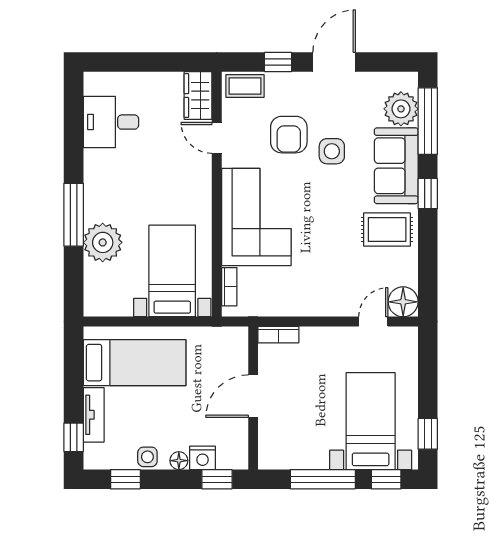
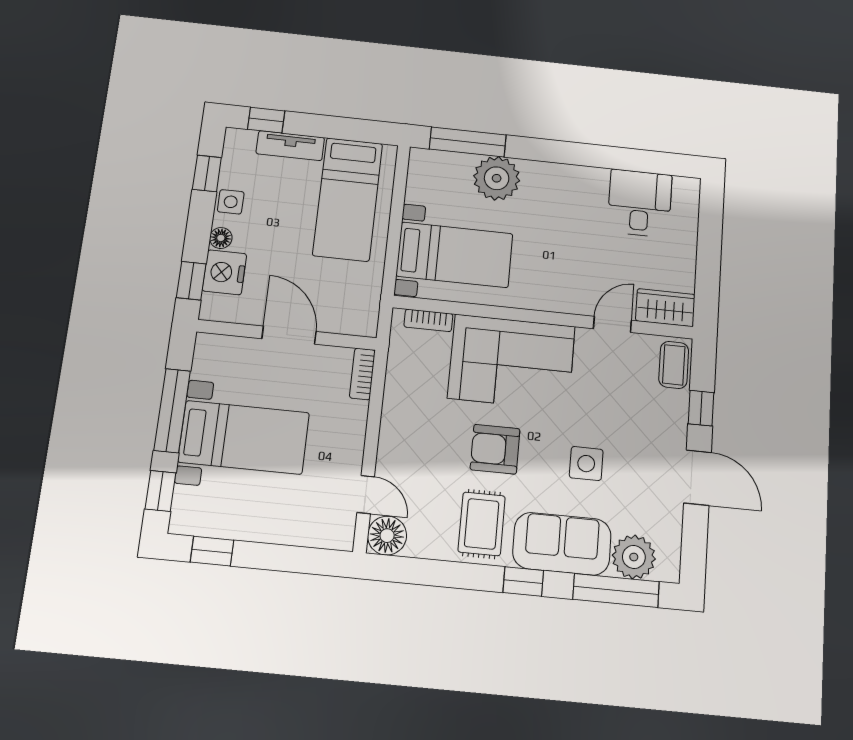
armchair: (289, 135) -> (495, 449), moved
window: (74, 215) -> (468, 142), moved
bed with nightstands: (371, 421) -> (244, 437), moved
nightstand: (203, 458) -> (224, 272), width x1.36, depth x1.33

